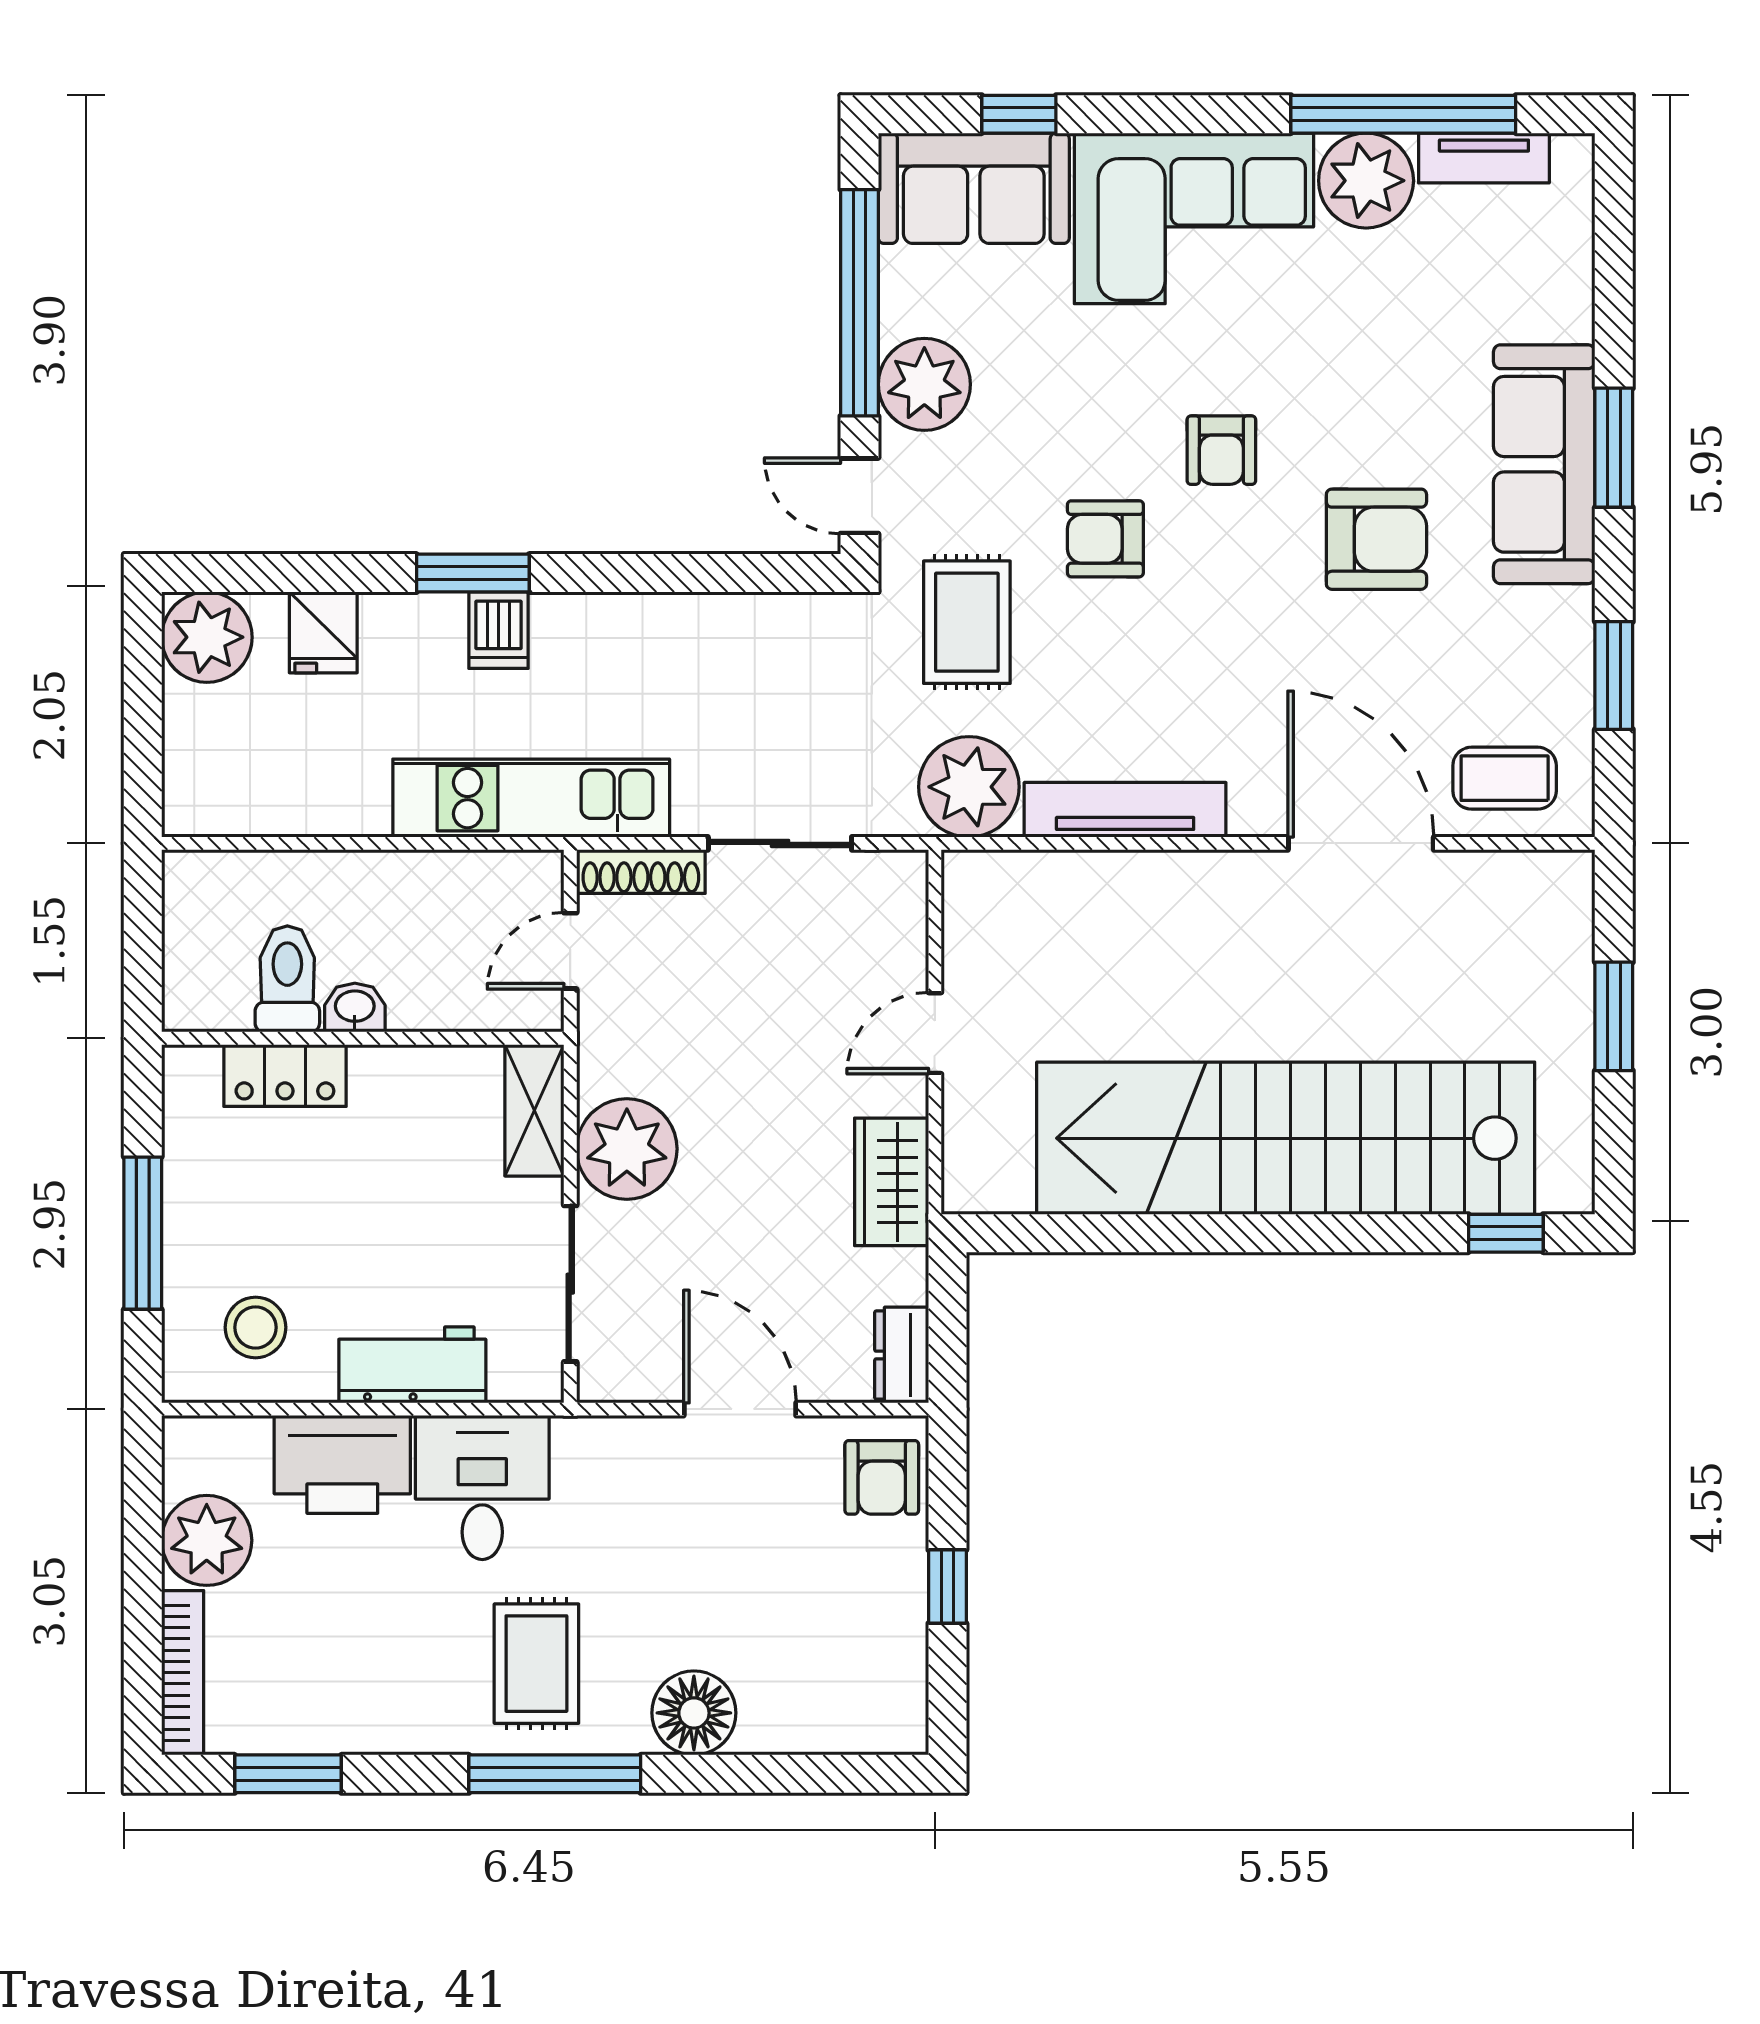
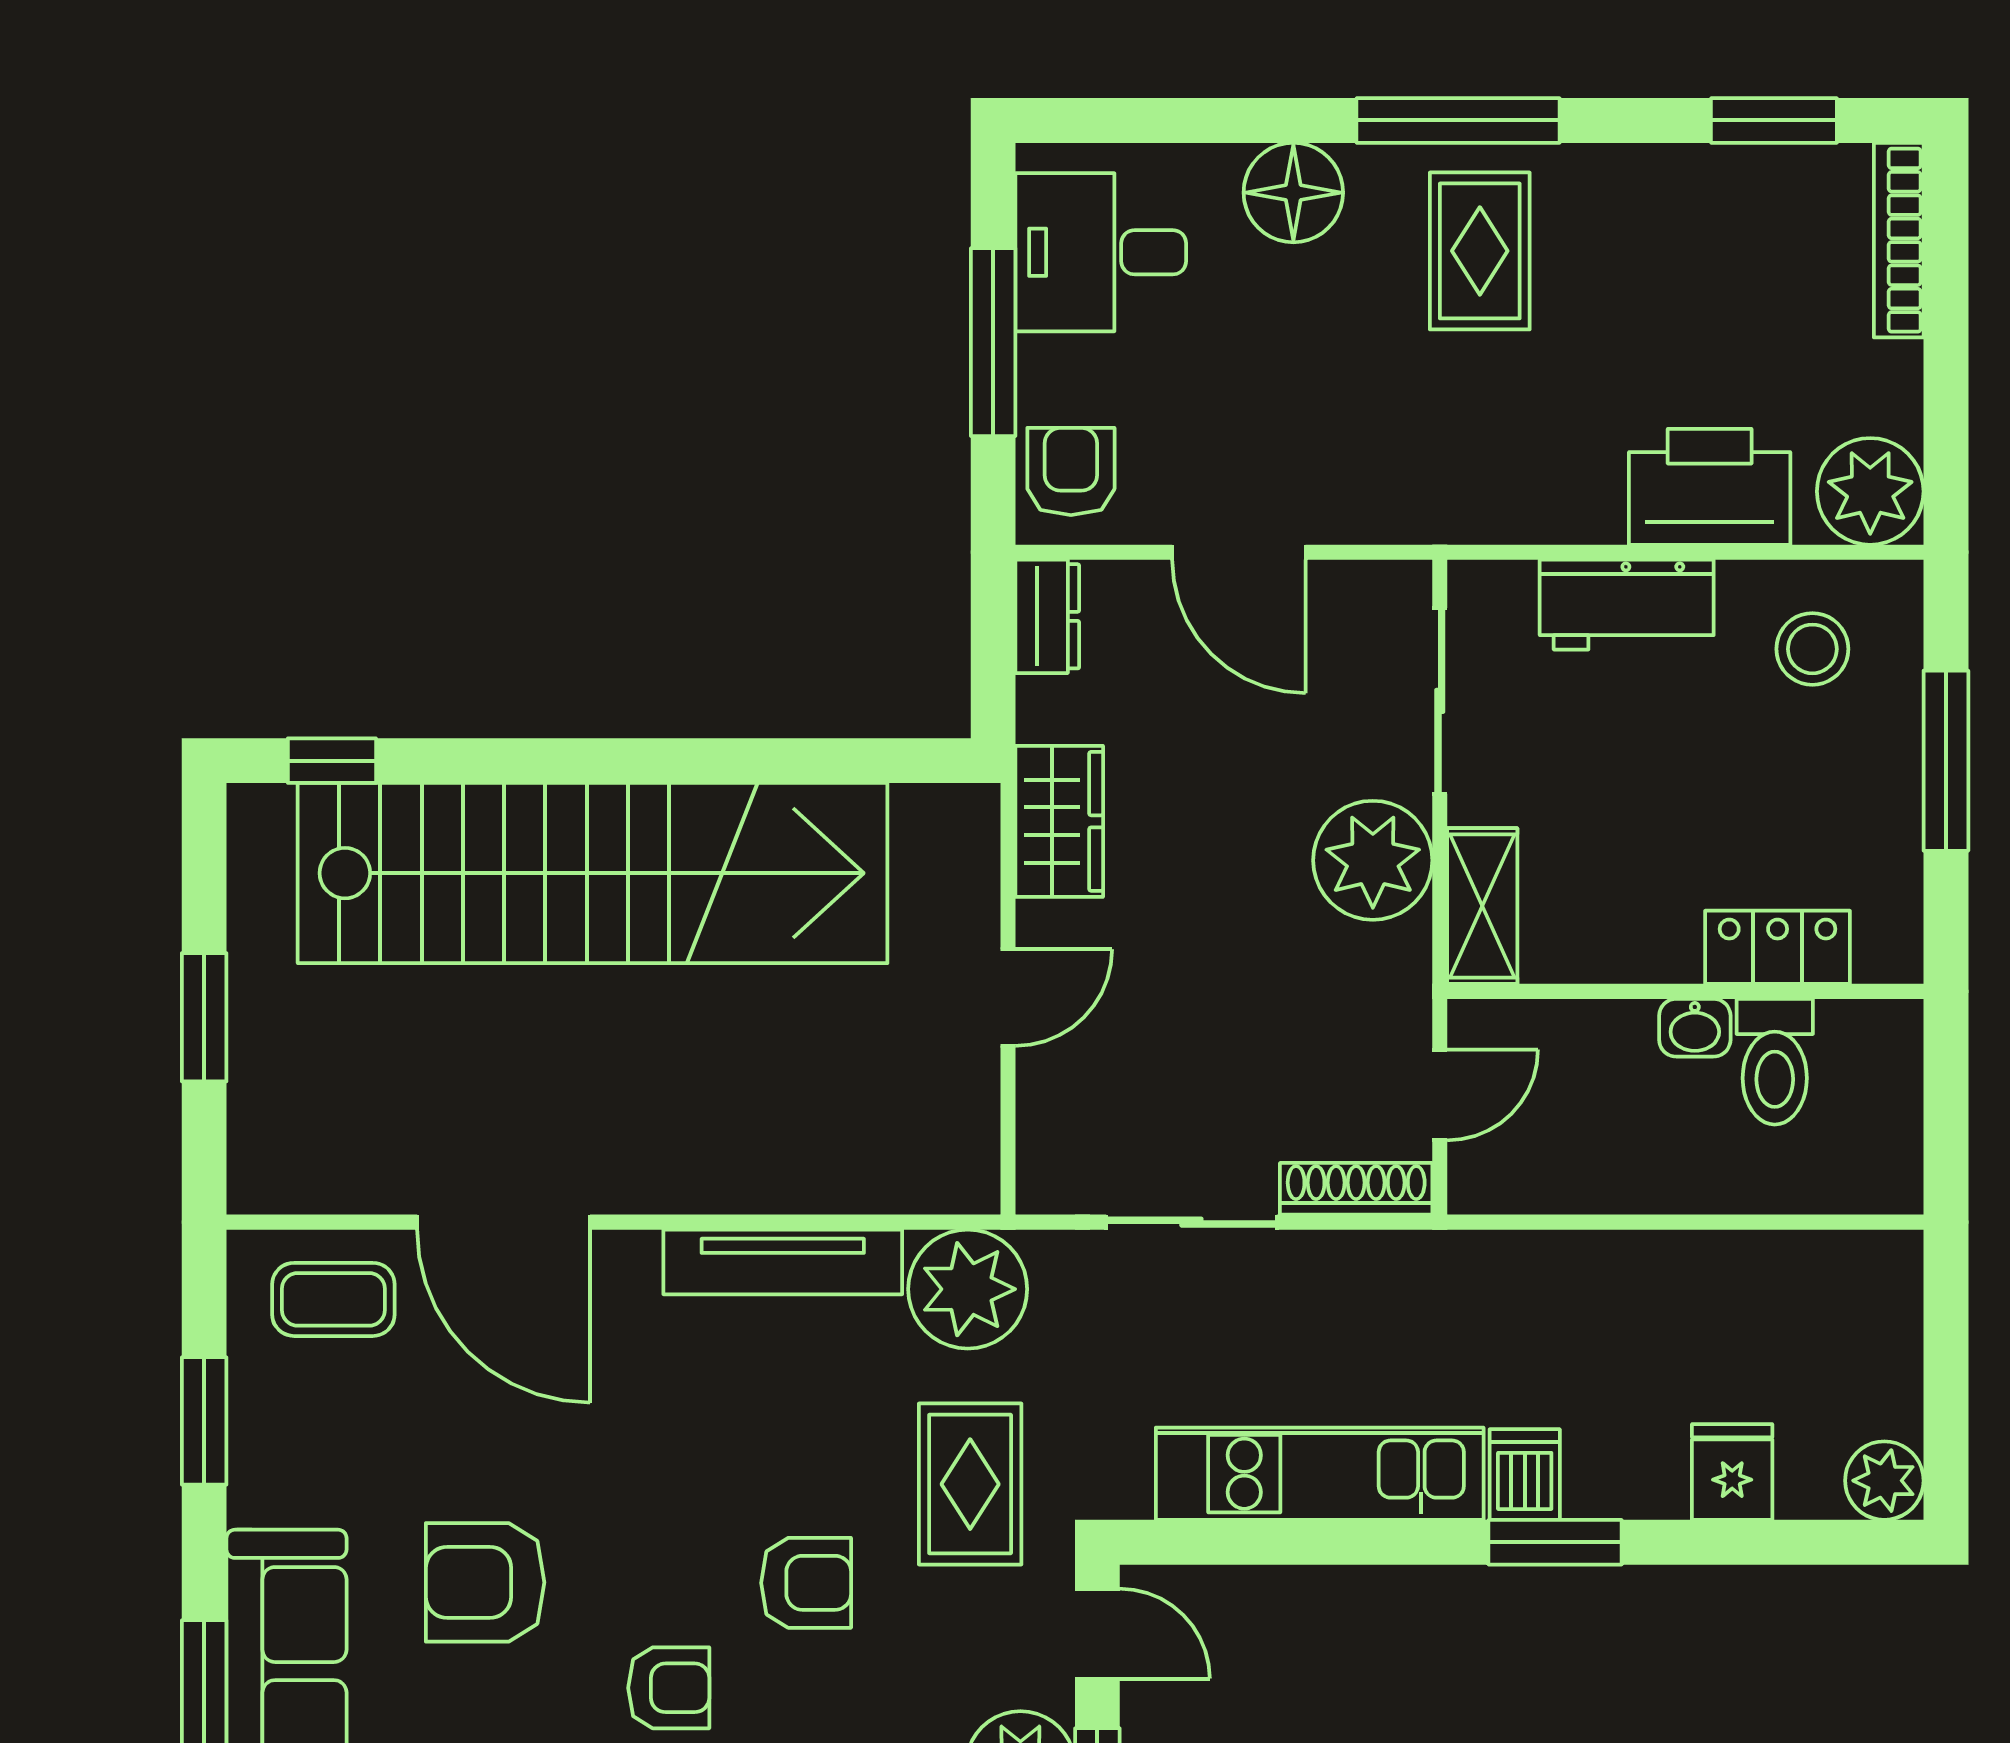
armchair: (1221, 450) -> (669, 1688), turned 90
plant: (207, 637) -> (1884, 1481), width x0.73, depth x0.73
kitchen unit: (531, 798) -> (1320, 1474), moved, turned 180
desk: (482, 1488) -> (1101, 252), moved, turned 90
plant: (207, 1540) -> (1870, 491), moved
window: (947, 1587) -> (993, 342), width x2.17

